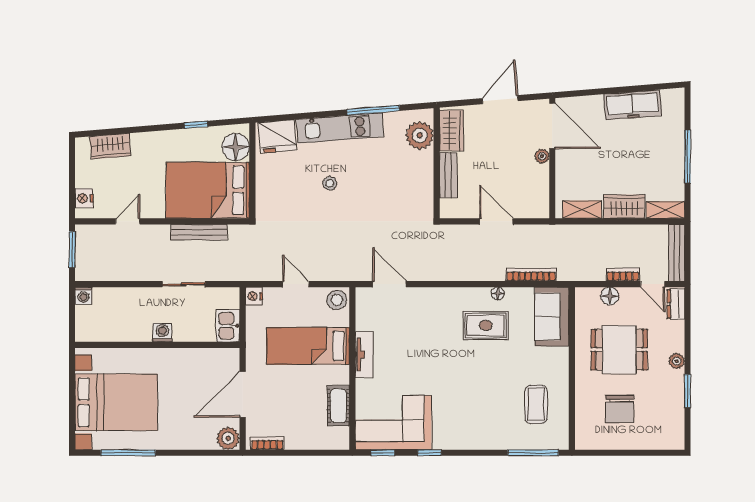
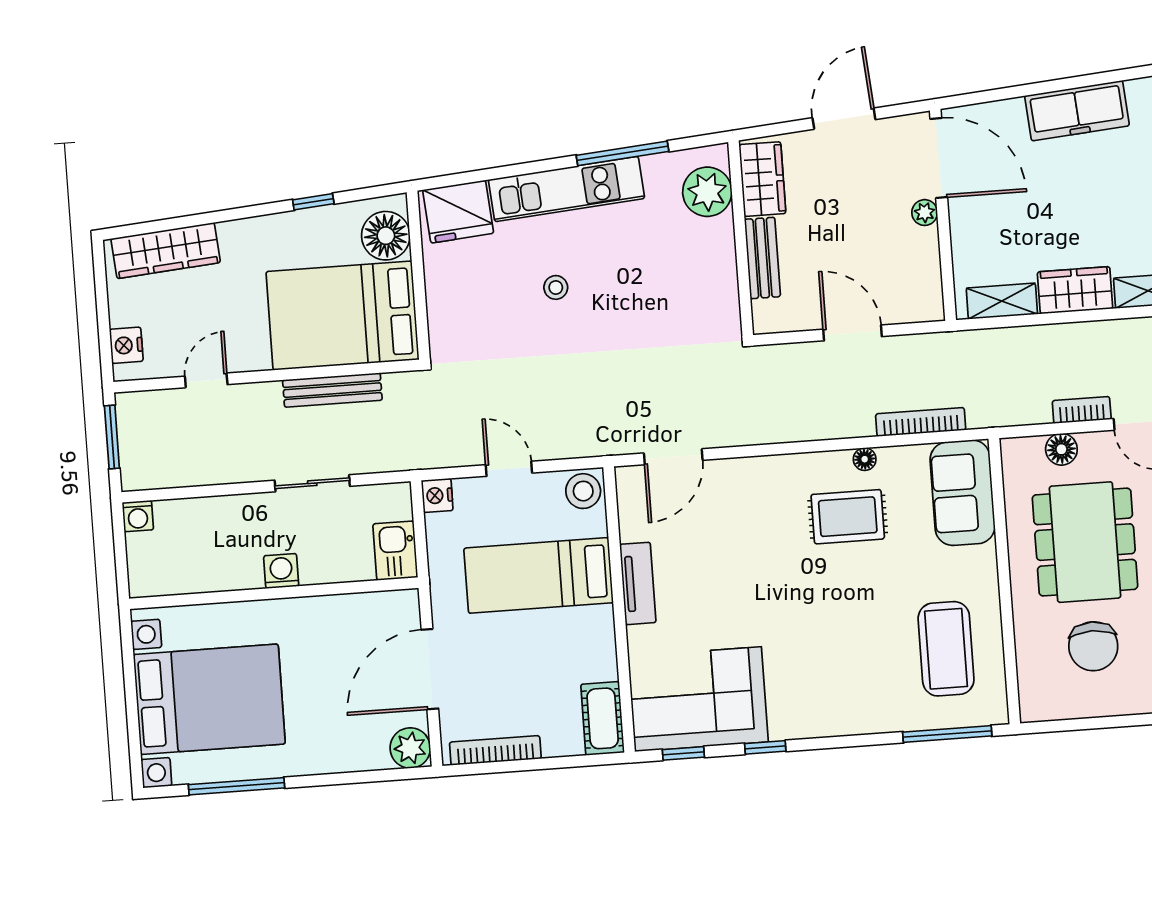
wardrobe: (110, 146) -> (166, 251), width x1.50
door: (389, 284) -> (673, 457), swing flipped
dining table: (619, 350) -> (1085, 542), width x1.38
coffee table: (536, 404) -> (946, 649), width x1.36, depth x1.32
cot: (338, 406) -> (603, 718), moved
bookcase: (267, 443) -> (495, 750), width x1.56

